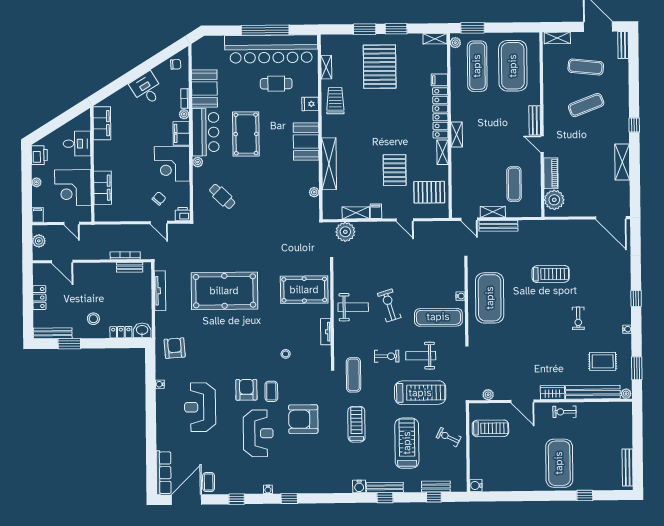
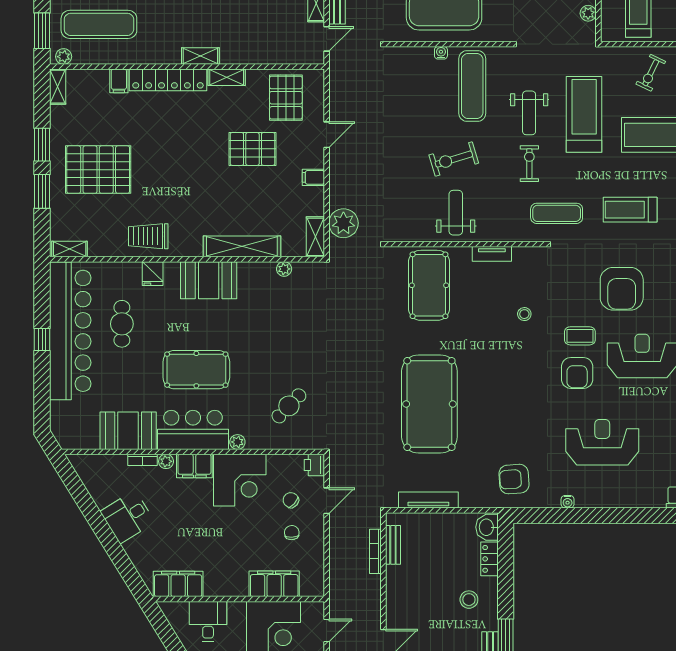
window: (265, 30) -> (42, 340), width x0.32
chair: (176, 64) -> (292, 533), moved
shelving: (326, 67) -> (70, 249), moved
shelving: (356, 213) -> (315, 237), moved
armchair: (246, 390) -> (577, 373), turned -90
reception desk: (200, 407) -> (602, 442), turned 180

